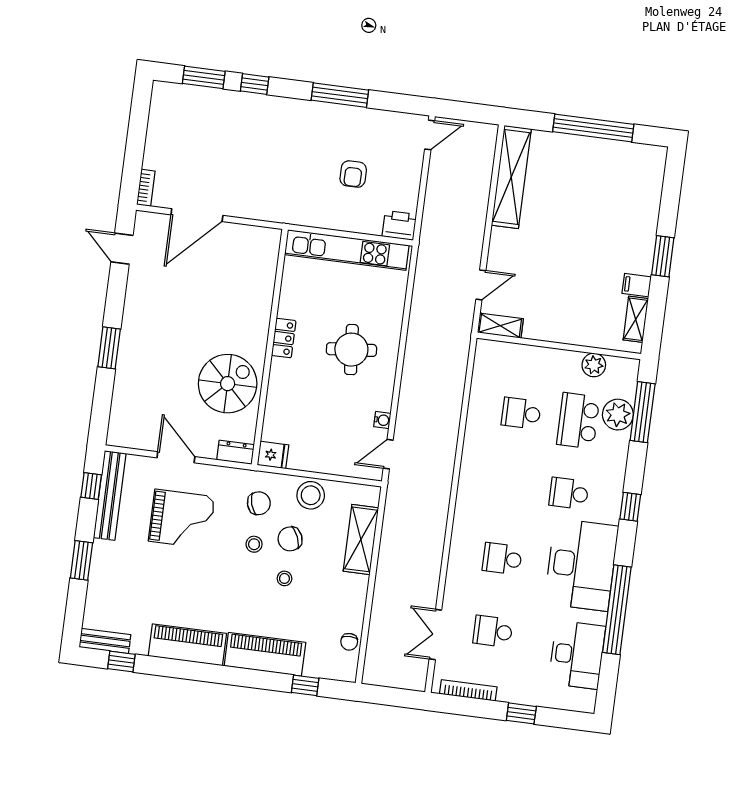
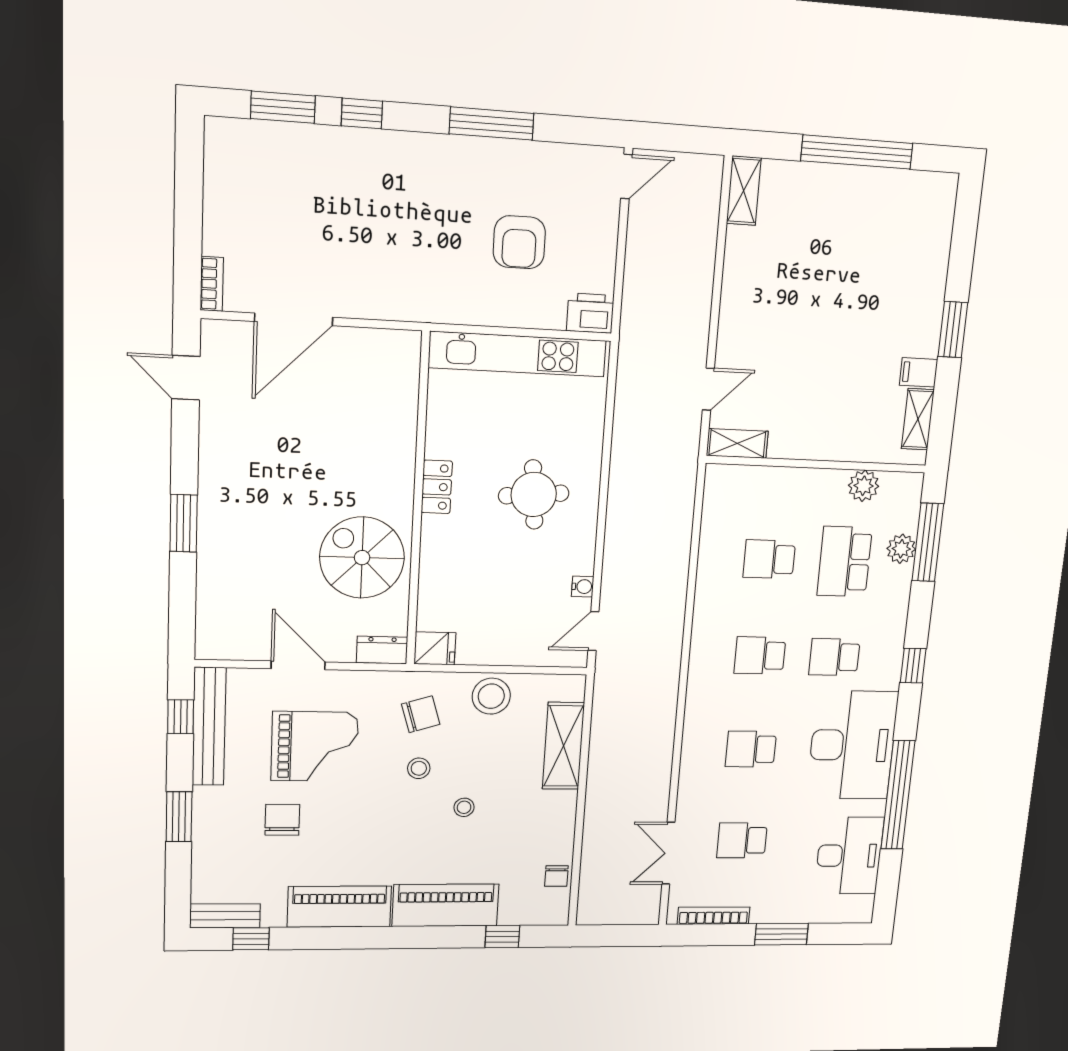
armchair: (353, 174) -> (519, 242), width x1.38, depth x1.38
shelving: (511, 177) -> (744, 191), width x0.45, depth x0.75
spiral stairs: (228, 384) -> (362, 558), turned -90
plant: (618, 415) -> (901, 549), width x0.73, depth x0.73
school desk: (512, 486) -> (760, 655), added
chair: (290, 539) -> (282, 820), moved, turned 113
window: (521, 713) -> (781, 934), width x1.50

